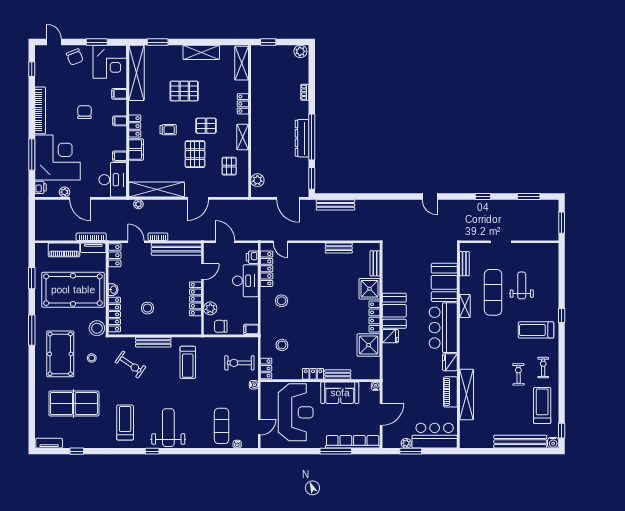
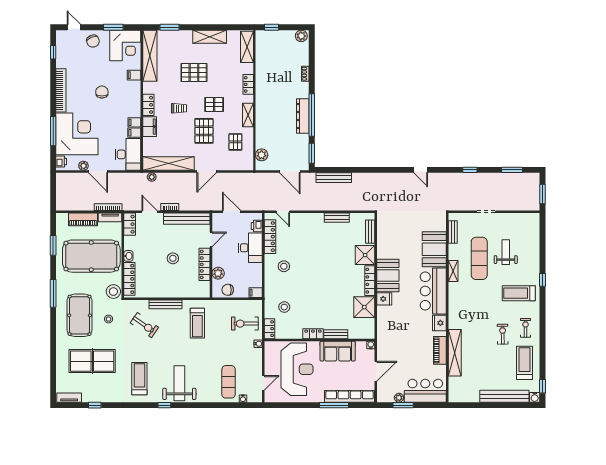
filing cabinet: (120, 121) -> (134, 122), moved
stool: (148, 308) -> (173, 258), moved

